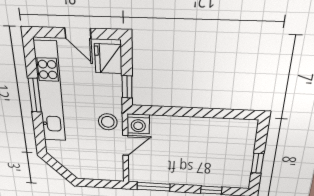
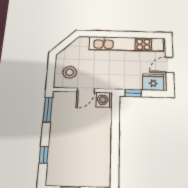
window: (35, 95) -> (124, 34), removed
stool: (108, 122) -> (70, 72), moved
door: (125, 145) -> (86, 90), hinge flipped

